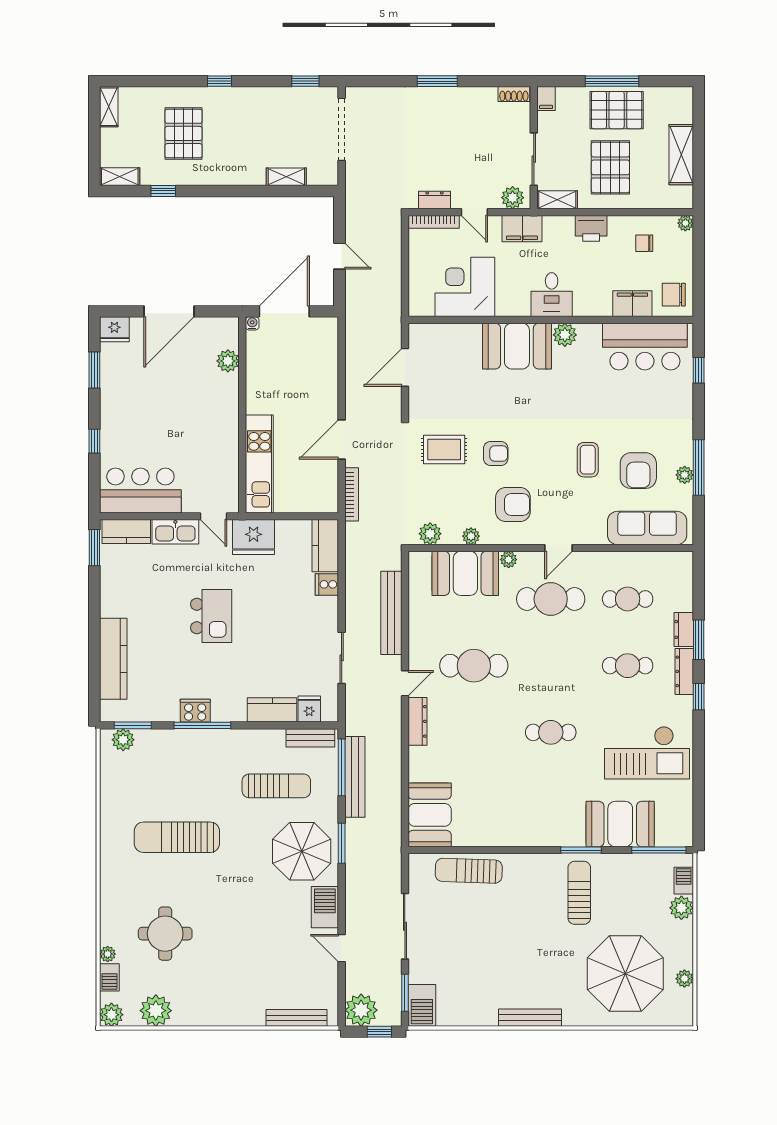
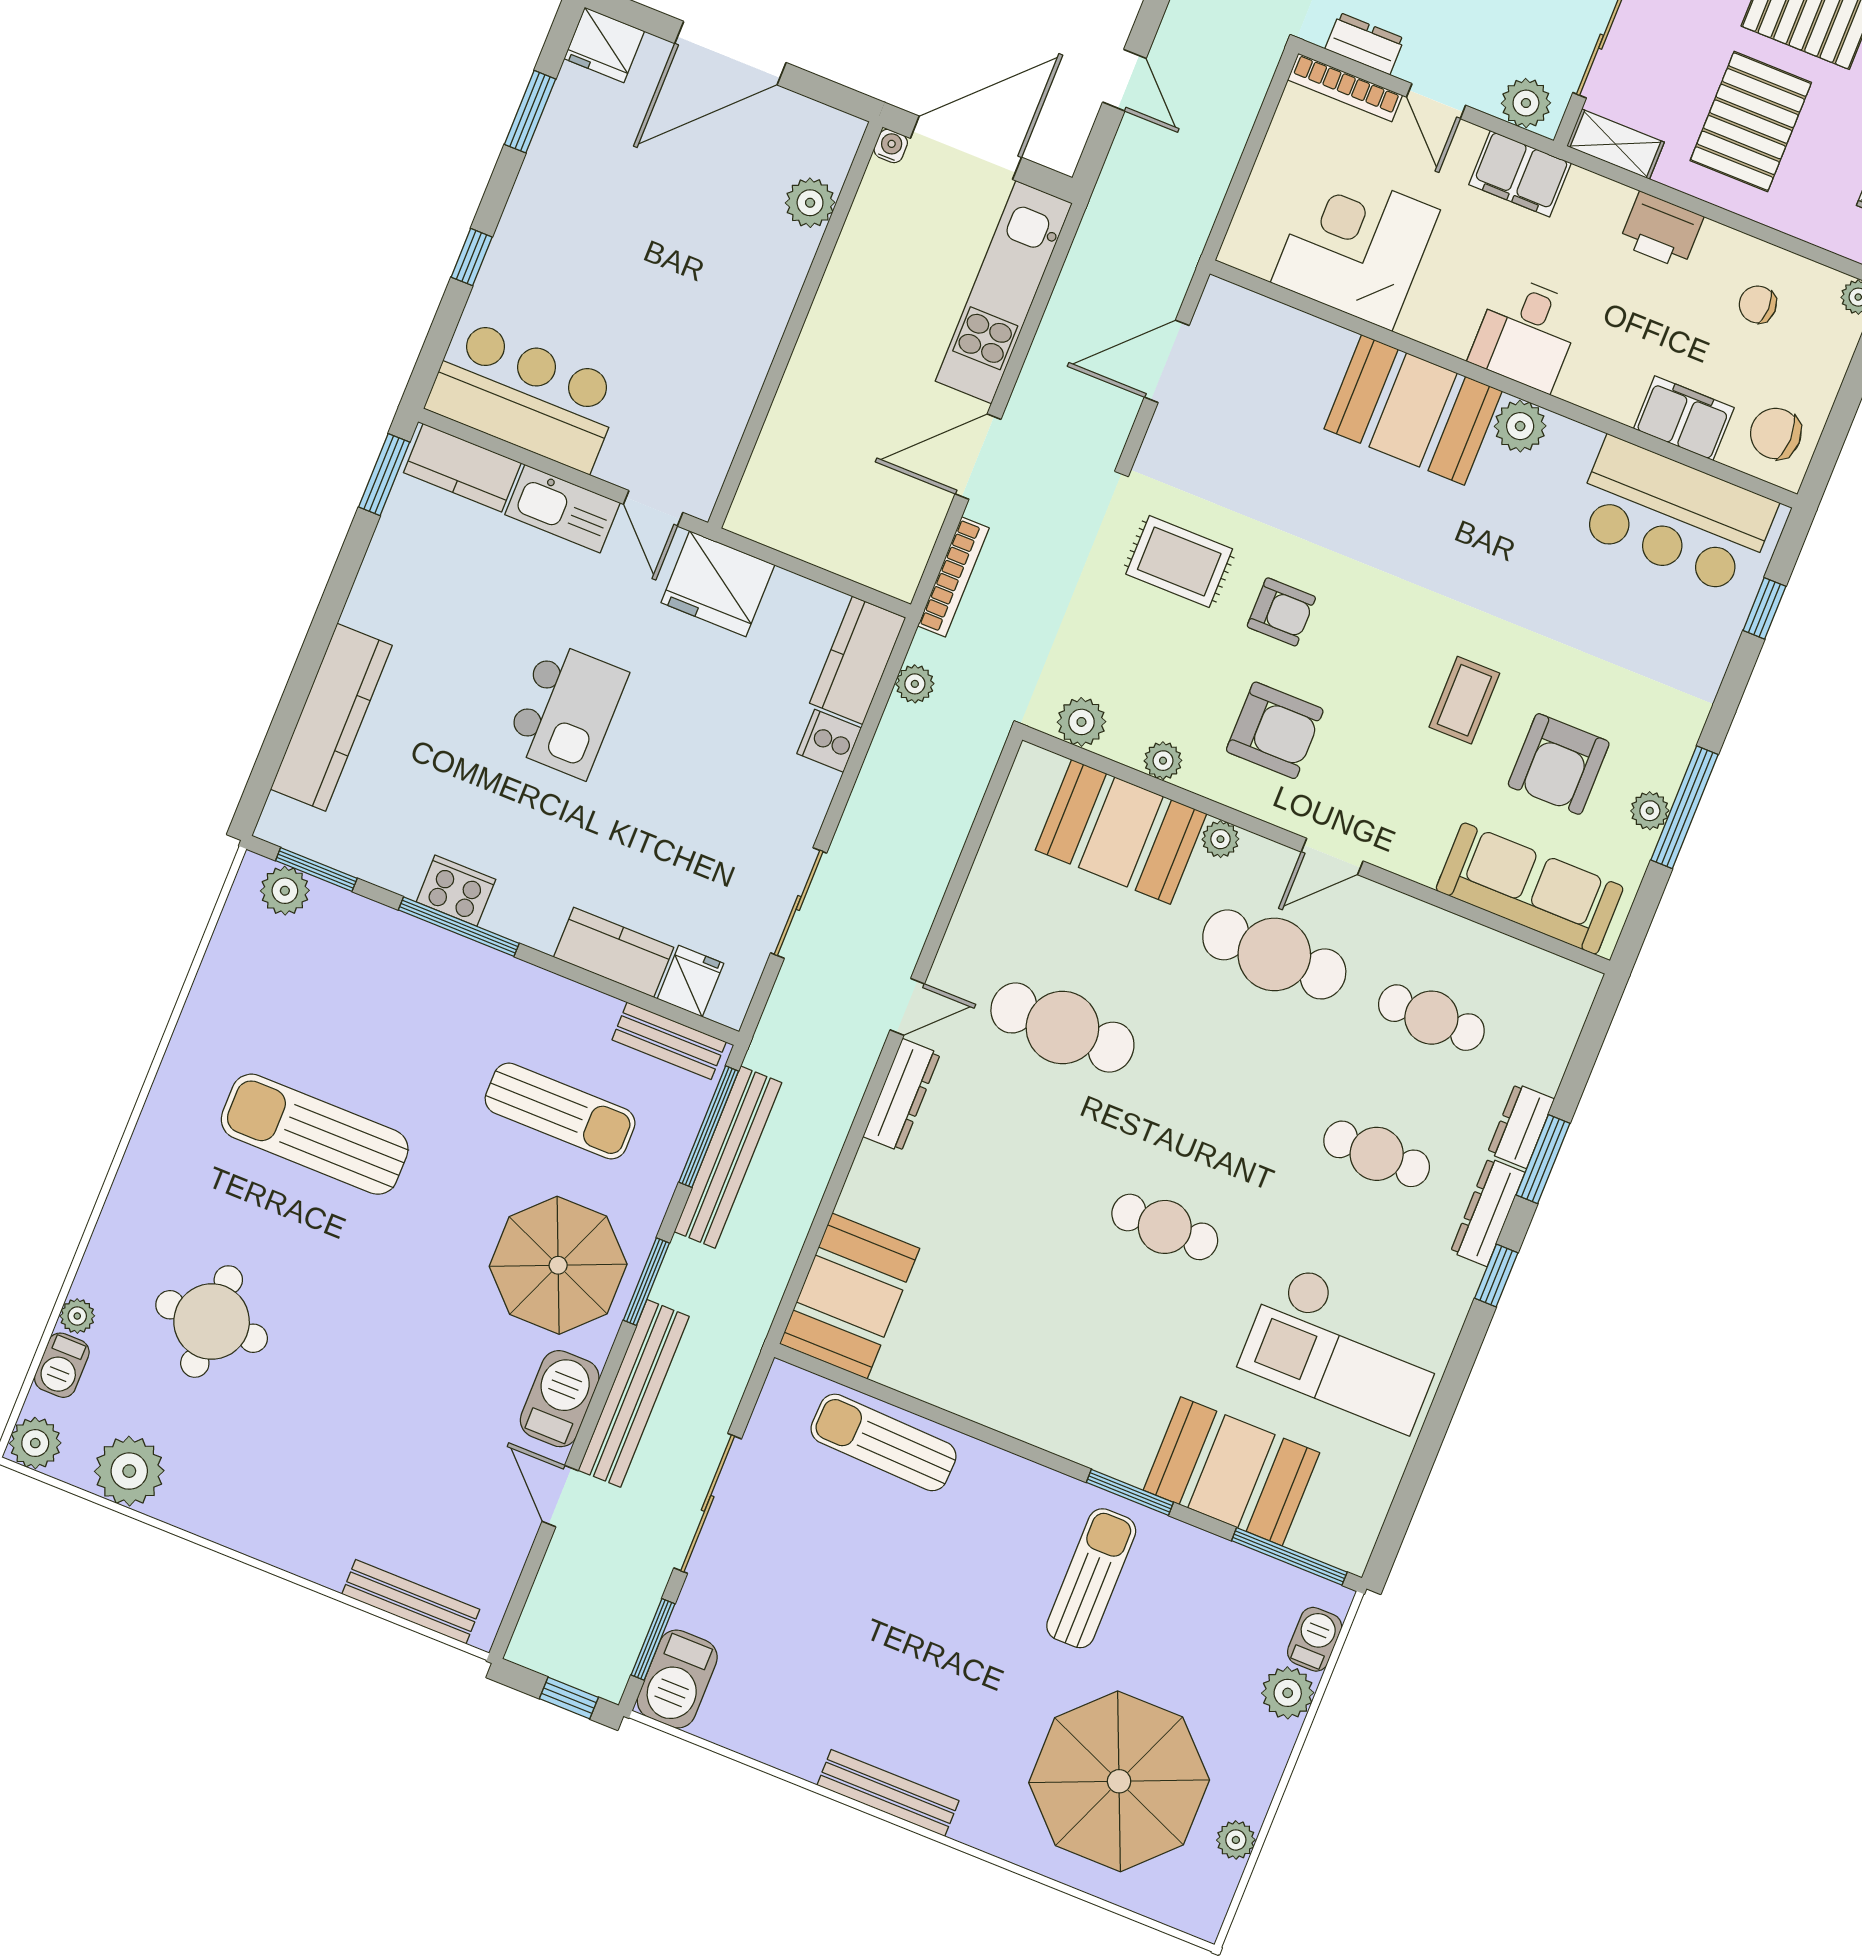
kitchen unit: (259, 464) -> (1004, 292), moved, turned 180
bench: (391, 613) -> (634, 1393), moved
plant: (361, 1010) -> (915, 684), moved, width x0.53, depth x0.53

